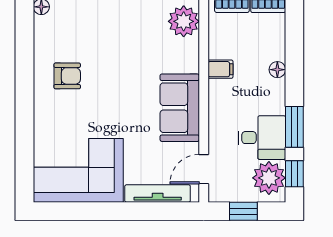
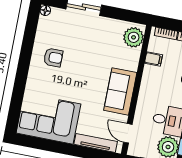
filing cabinet: (221, 69) -> (154, 59), moved
door: (204, 169) -> (128, 133), hinge flipped

